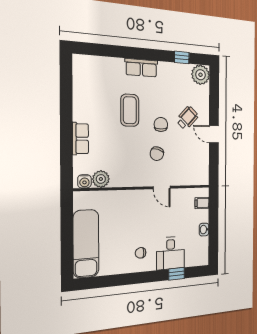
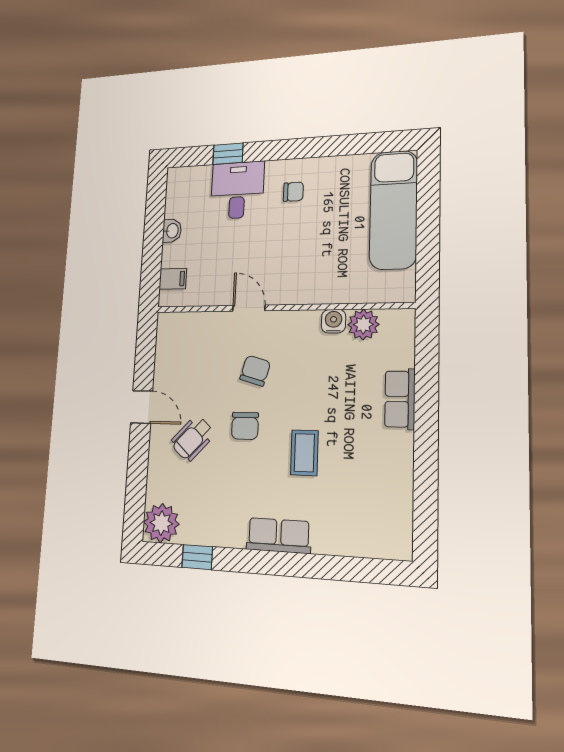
coffee table: (130, 110) -> (304, 453), width x0.73, depth x0.77
water cooler: (84, 181) -> (333, 321), moved

